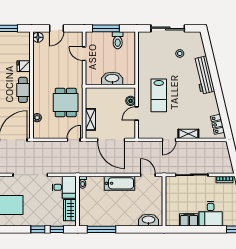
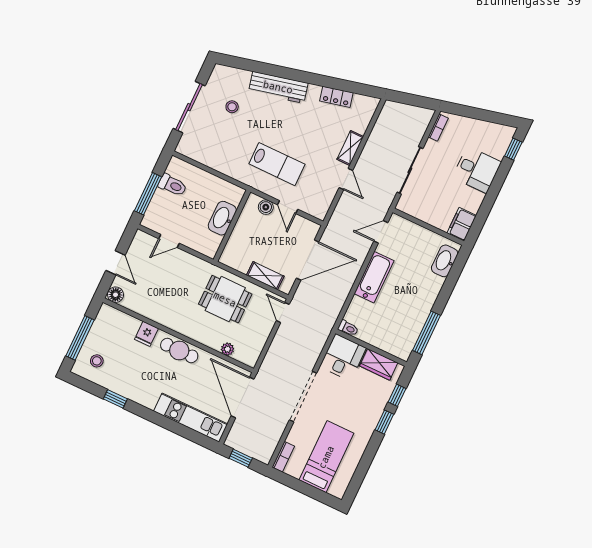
locker: (217, 124) -> (336, 97), moved
filing cabinet: (189, 220) -> (462, 224), moved

